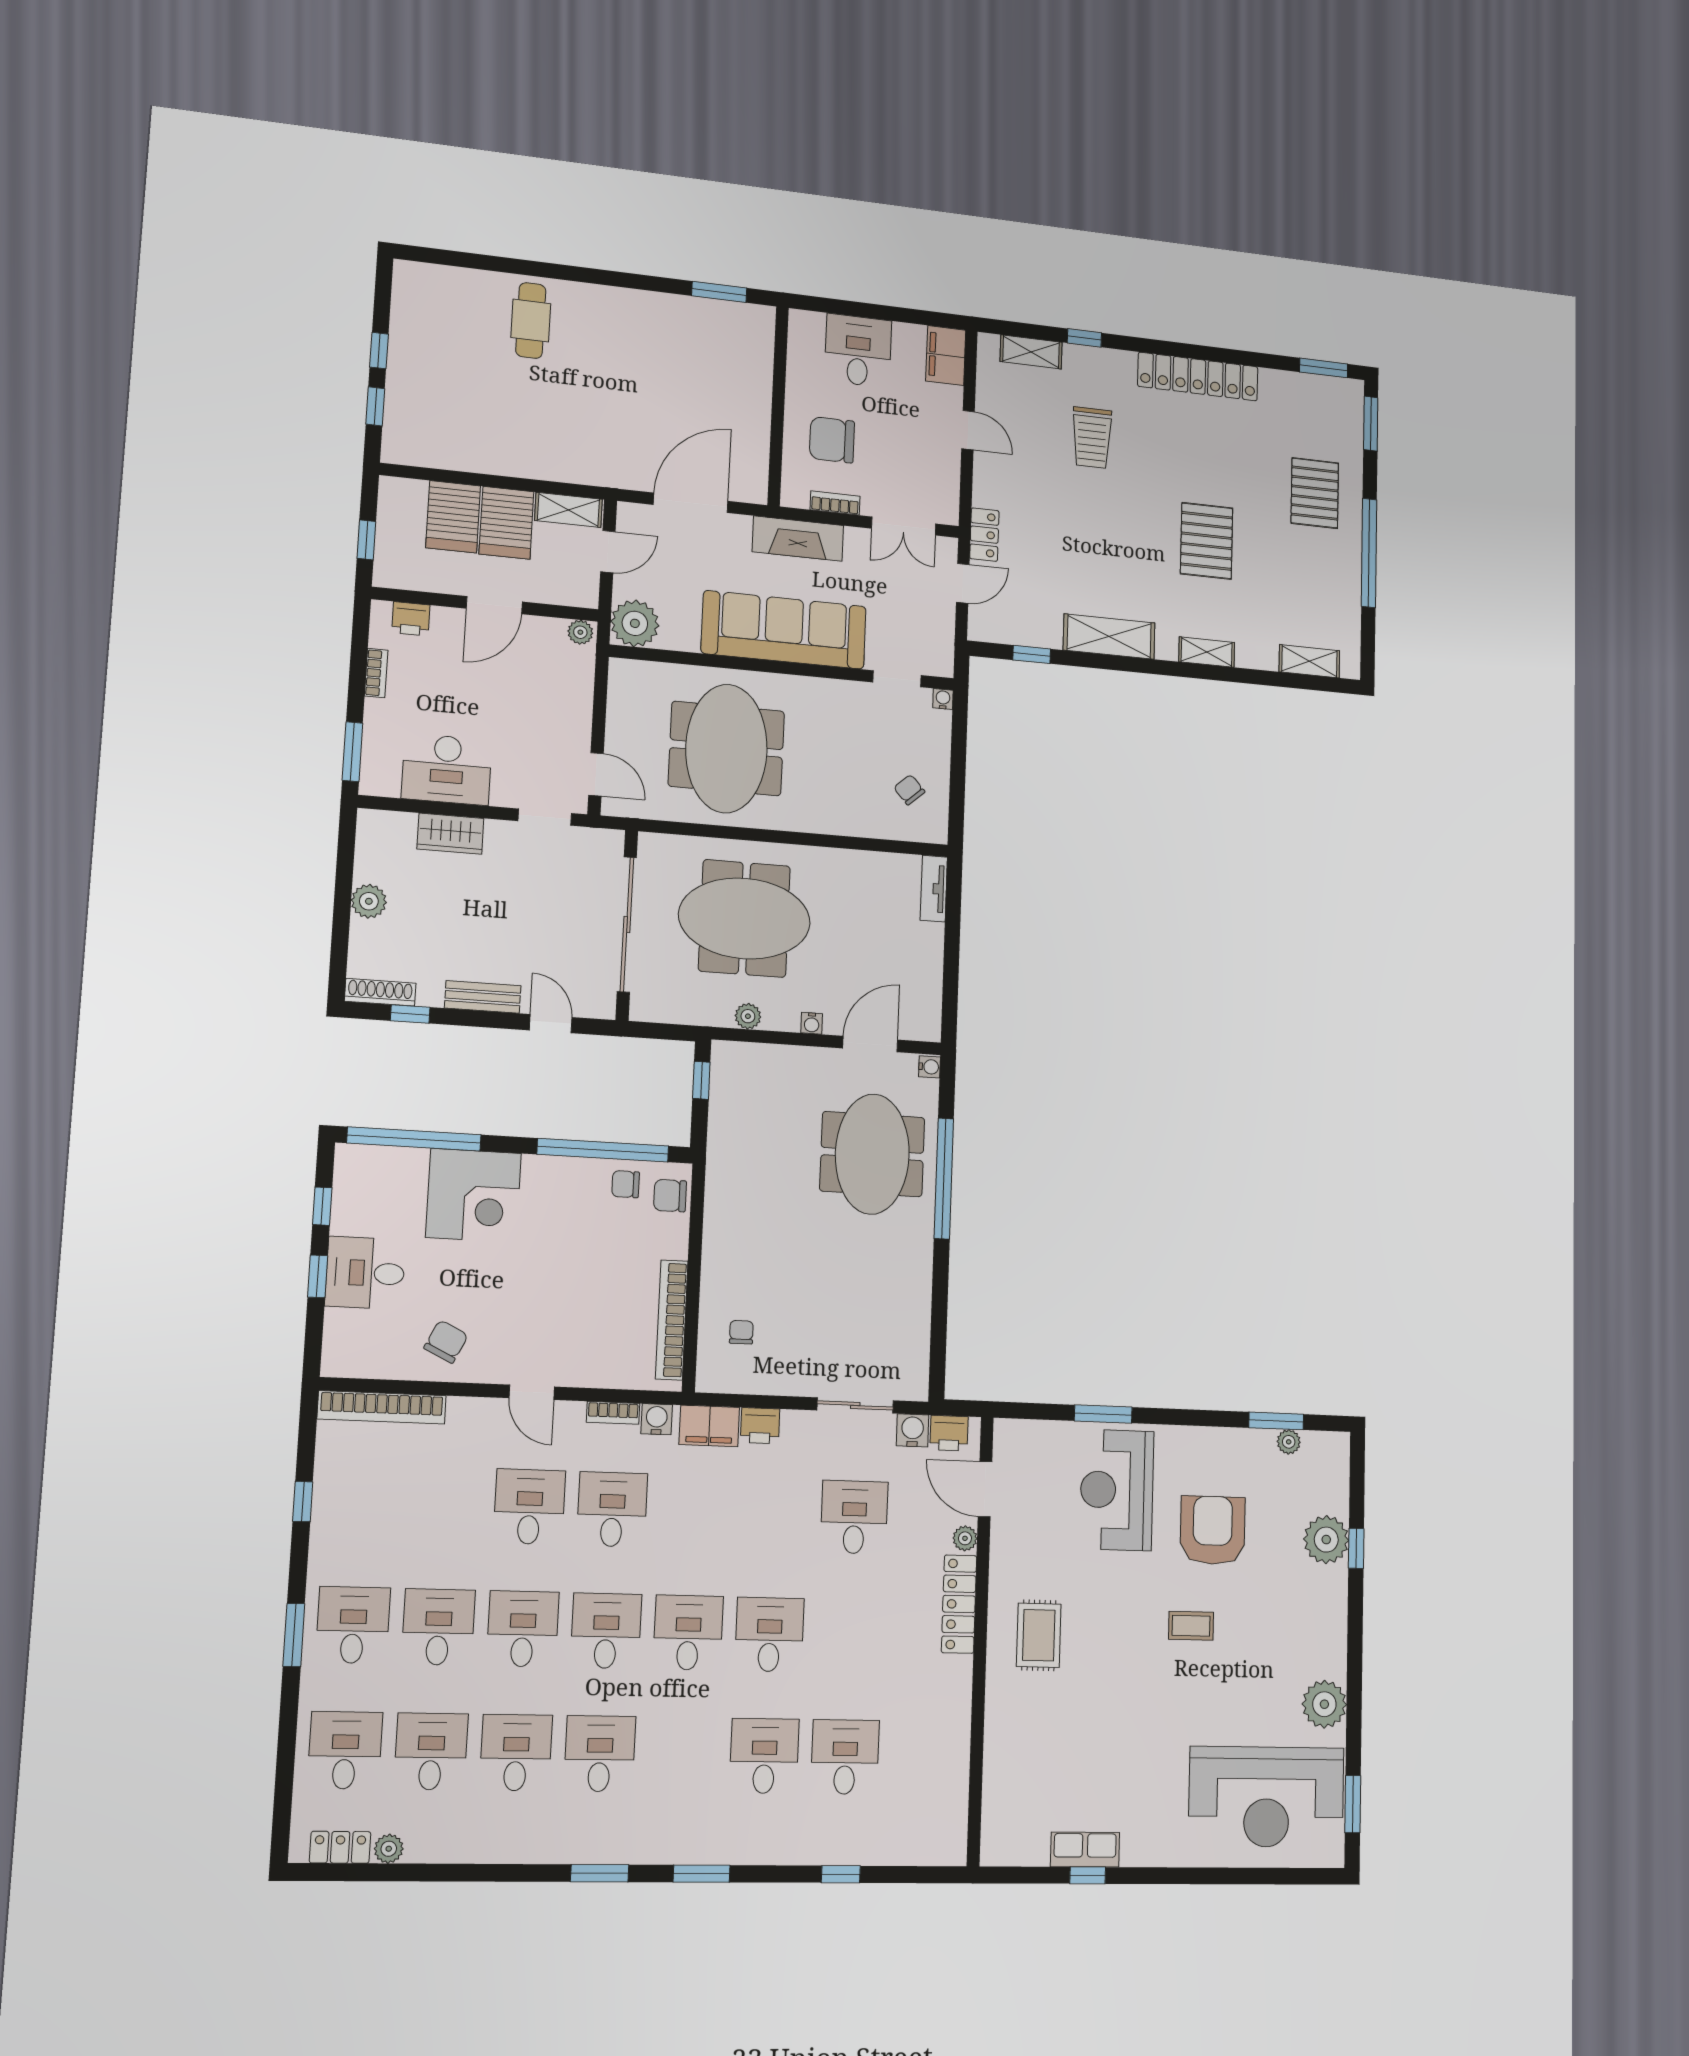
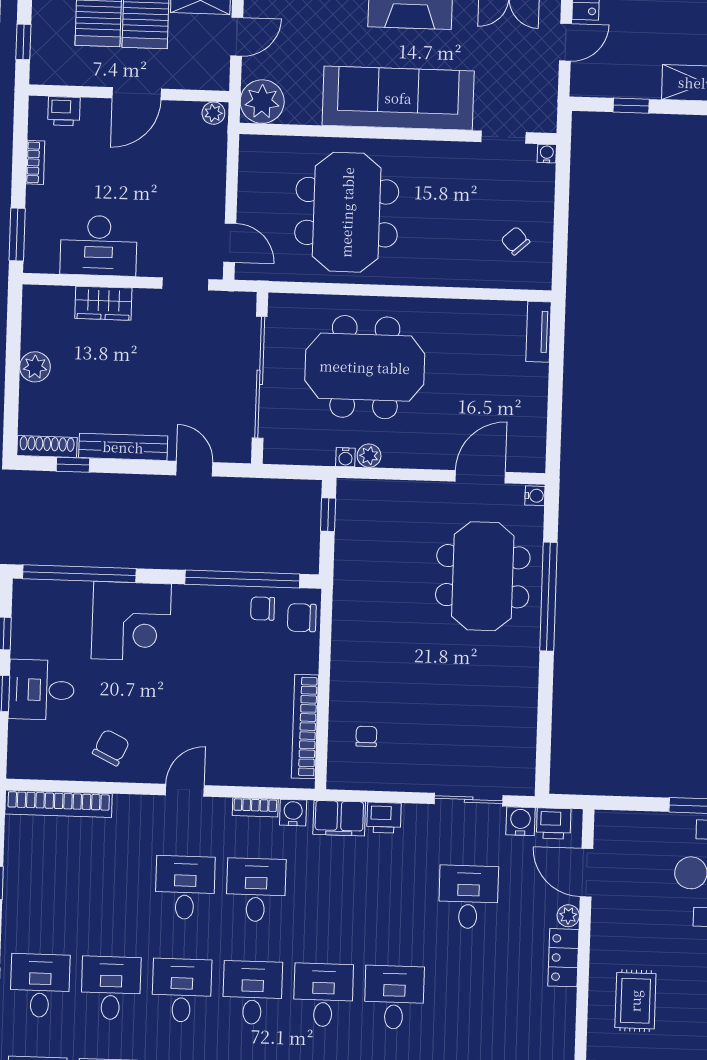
bench: (483, 997) -> (123, 447), width x1.36
water cooler: (812, 1023) -> (345, 457), moved
door: (532, 1392) -> (185, 790), swing flipped
locker: (959, 1604) -> (563, 958), width x0.66

